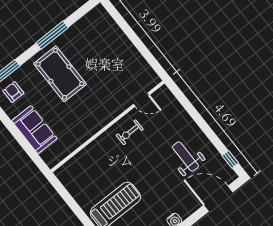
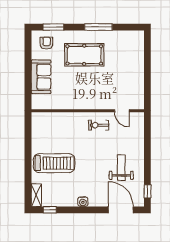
pool table: (60, 74) -> (84, 55), turned 90

